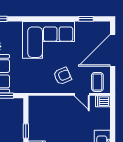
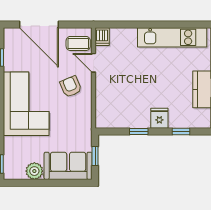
door: (82, 94) -> (93, 63), swing flipped

